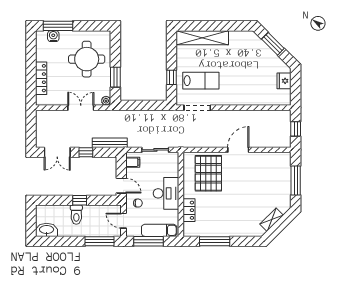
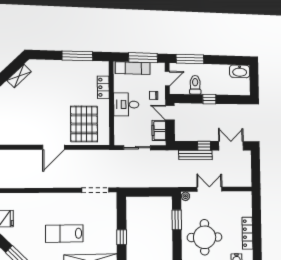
window: (172, 77) -> (122, 237), moved
locker: (41, 78) -> (247, 233), moved
lab bench: (201, 81) -> (64, 234), moved
double door: (81, 108) -> (209, 189), swing flipped
bench: (110, 143) -> (195, 155), moved
filing cabinet: (133, 162) -> (159, 130), width x2.00
desk: (166, 193) -> (126, 104), width x0.73
toilet: (76, 215) -> (195, 85), moved
door: (124, 221) -> (167, 78), hinge flipped

